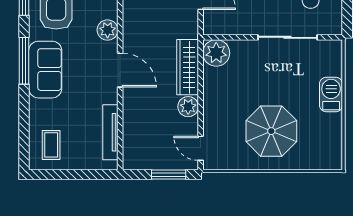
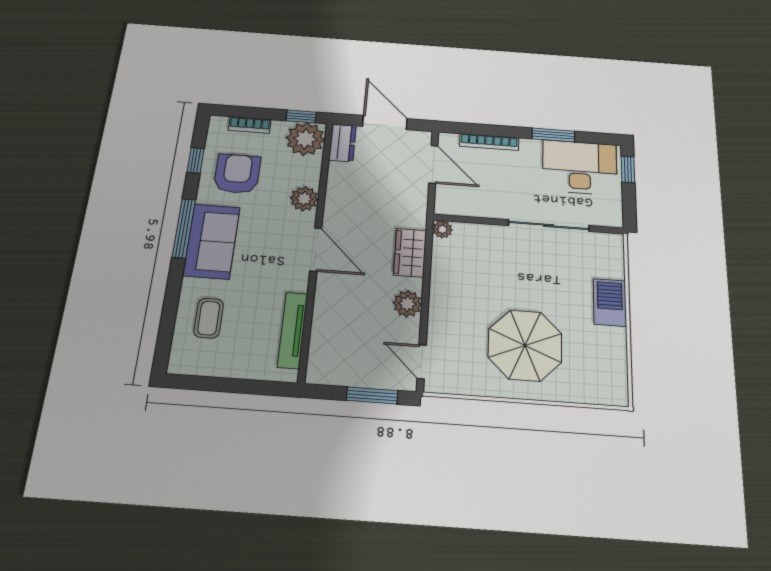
plant: (216, 53) -> (442, 229), width x0.53, depth x0.53
wardrobe: (188, 67) -> (410, 253), width x0.67
coffee table: (51, 145) -> (209, 318), moved

